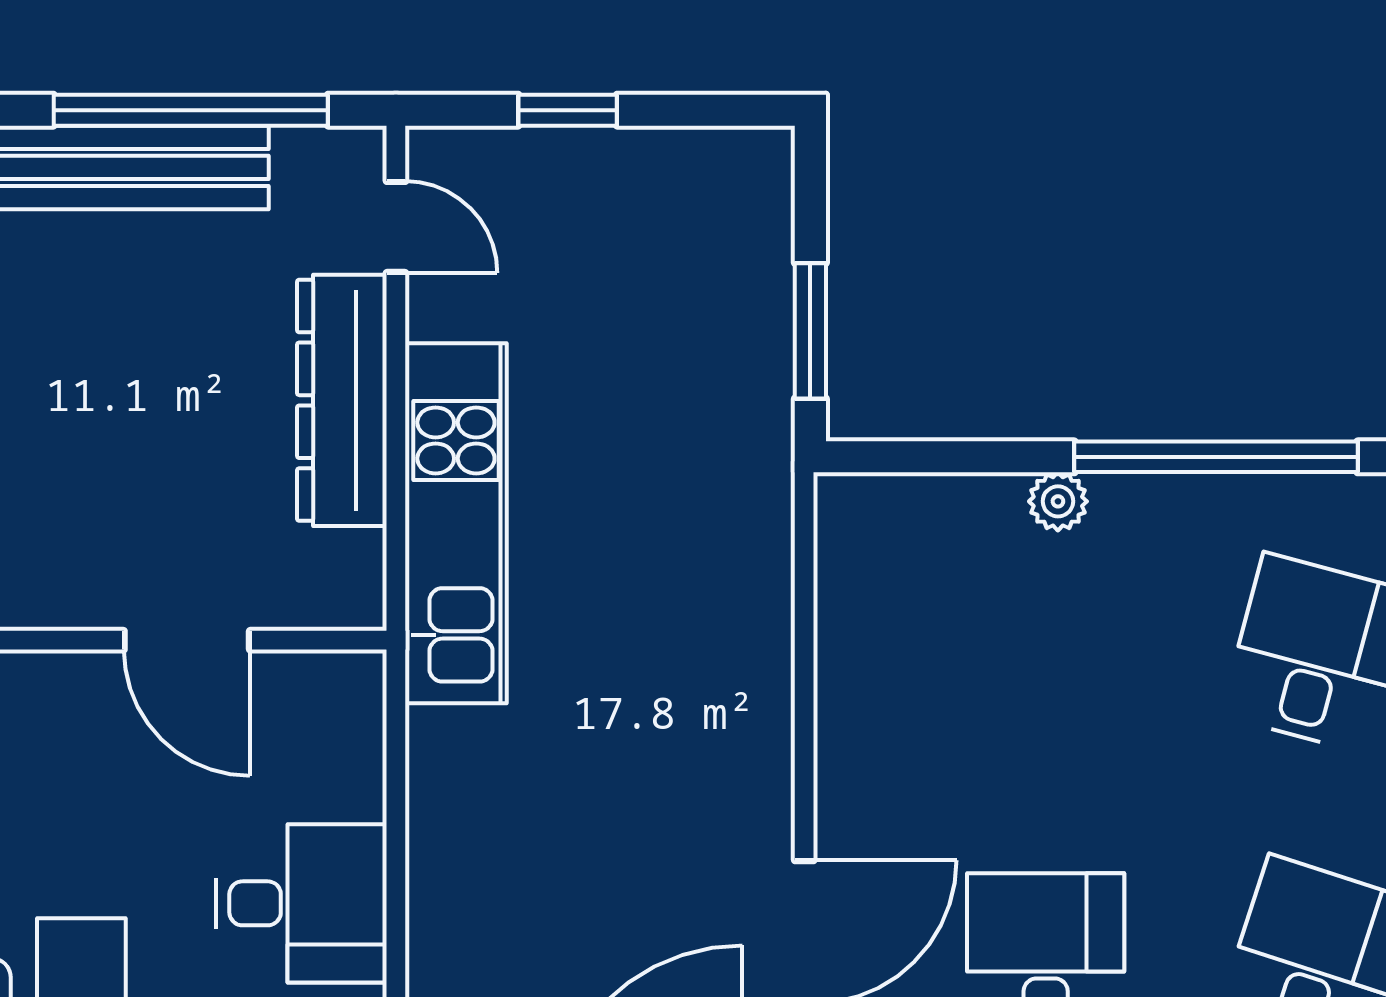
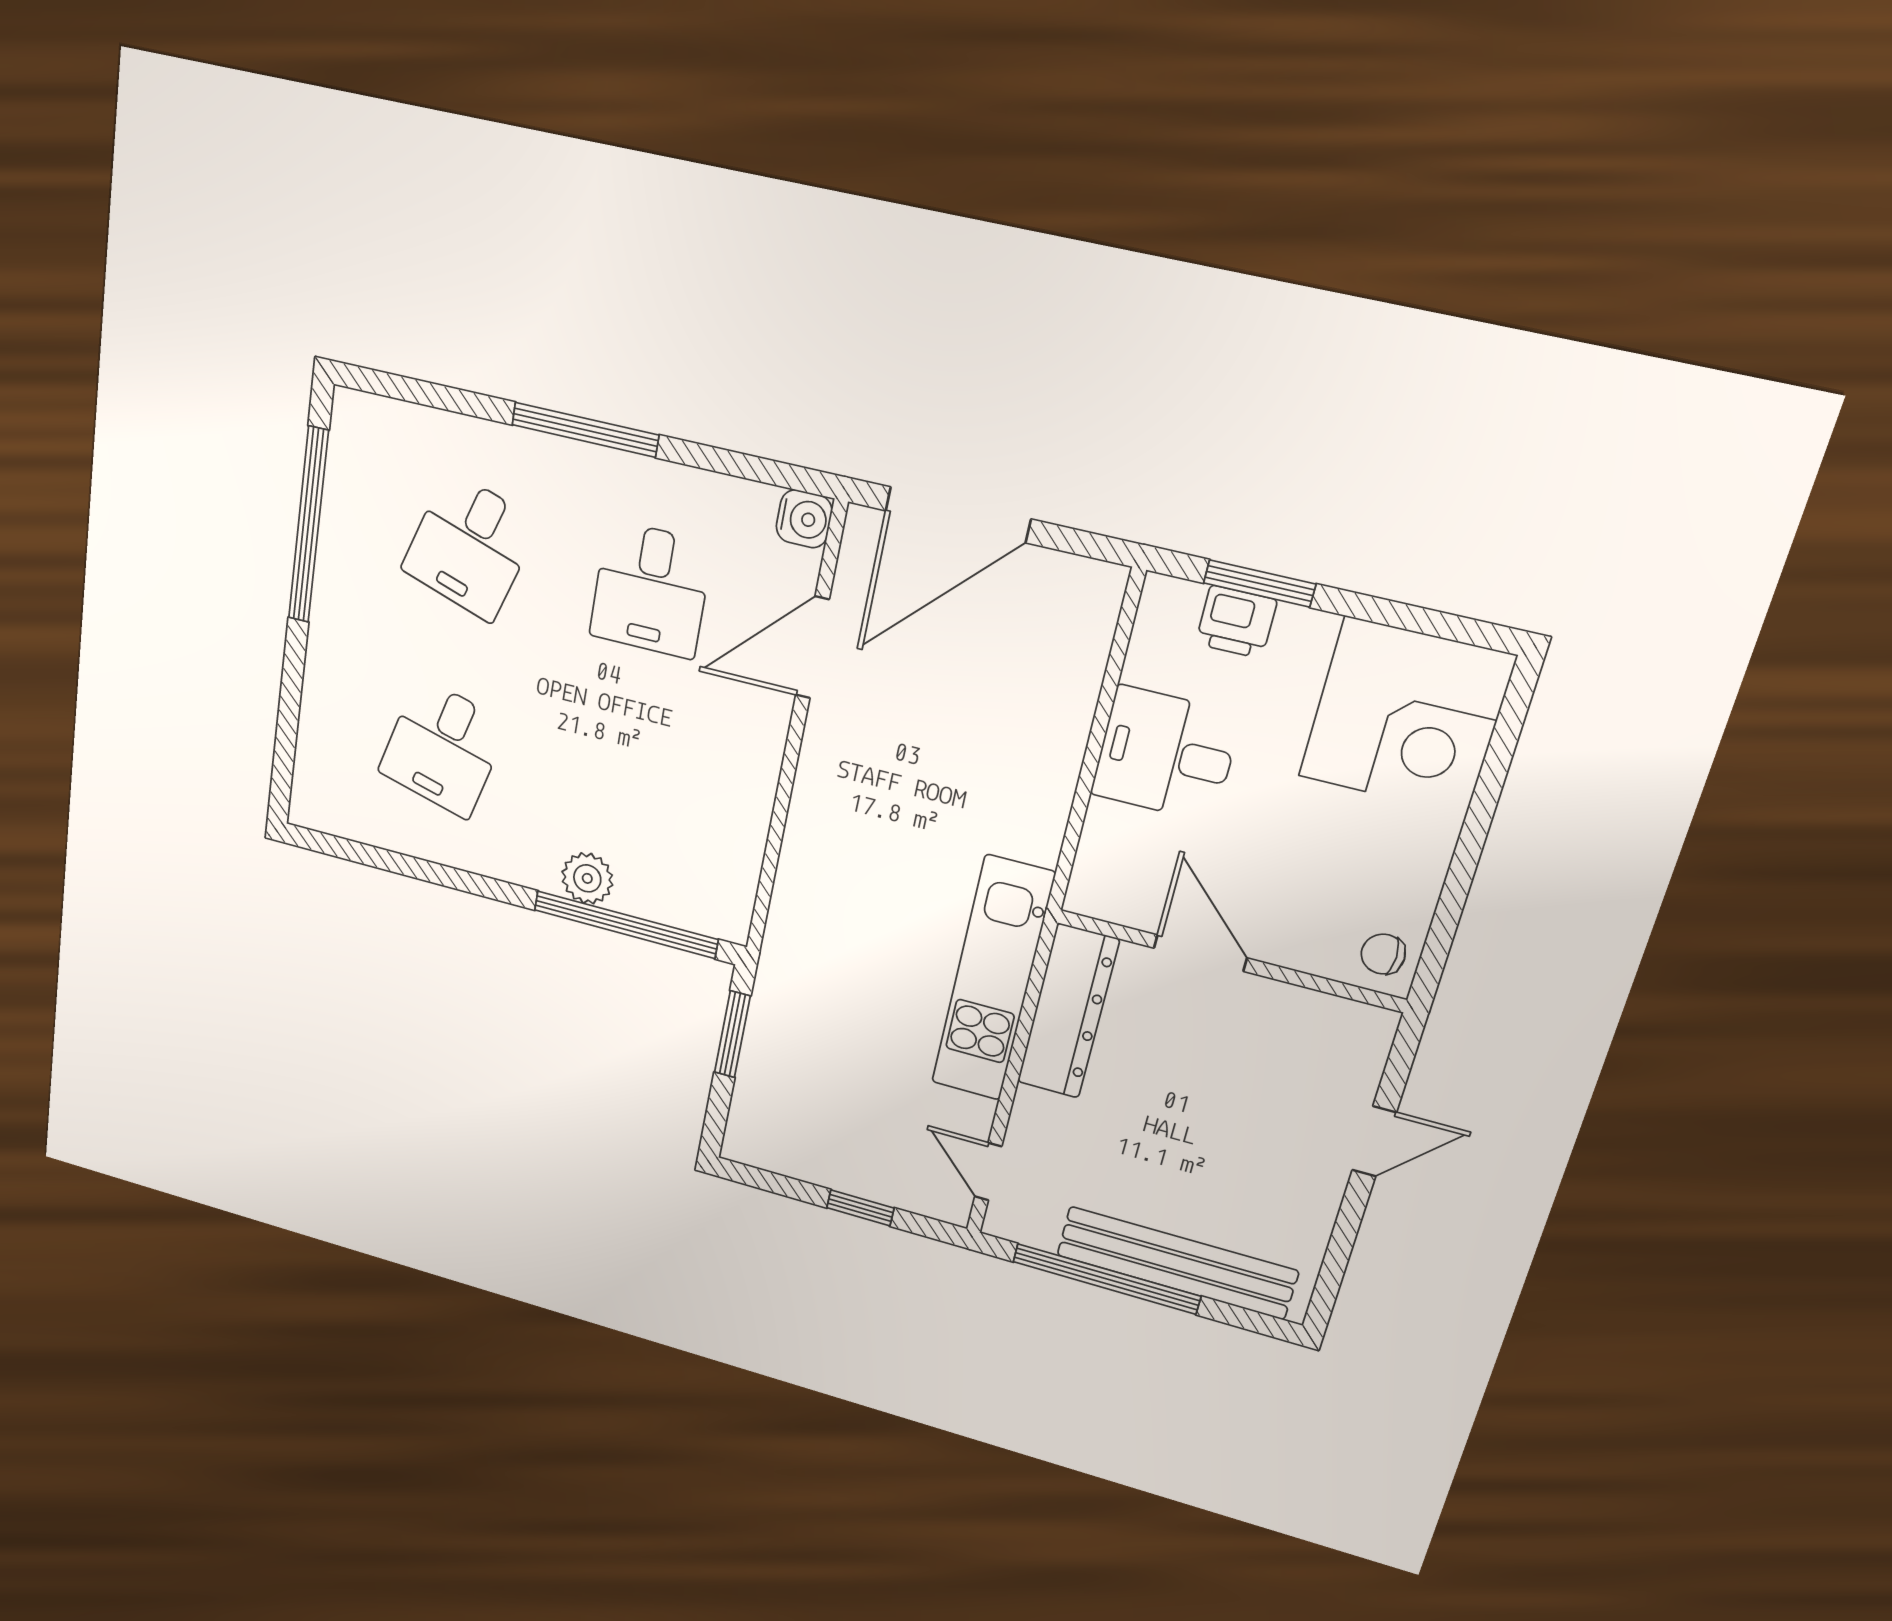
dresser: (342, 400) -> (1068, 1011), moved
window: (1216, 457) -> (626, 925), moved
plant: (1058, 501) -> (587, 878), width x1.38, depth x1.38

